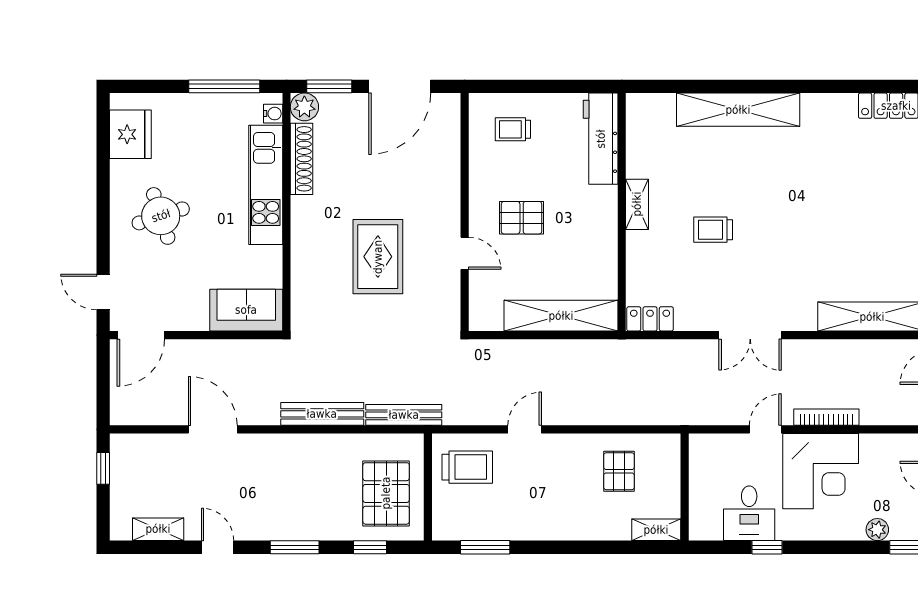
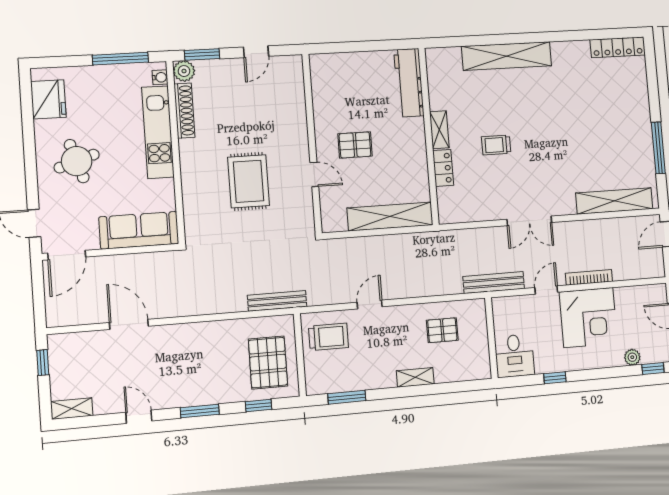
door: (400, 86) -> (256, 52), width x0.53
trolley: (513, 129) -> (343, 79), removed
sofa: (246, 310) -> (139, 230), width x1.36
locker: (650, 319) -> (443, 168), moved, turned 90
bench: (322, 414) -> (494, 283), moved
pallet: (619, 471) -> (442, 330), turned 90
desk: (749, 513) -> (514, 356), moved
shelving: (158, 529) -> (72, 409), moved
shelving: (656, 530) -> (415, 377), moved

